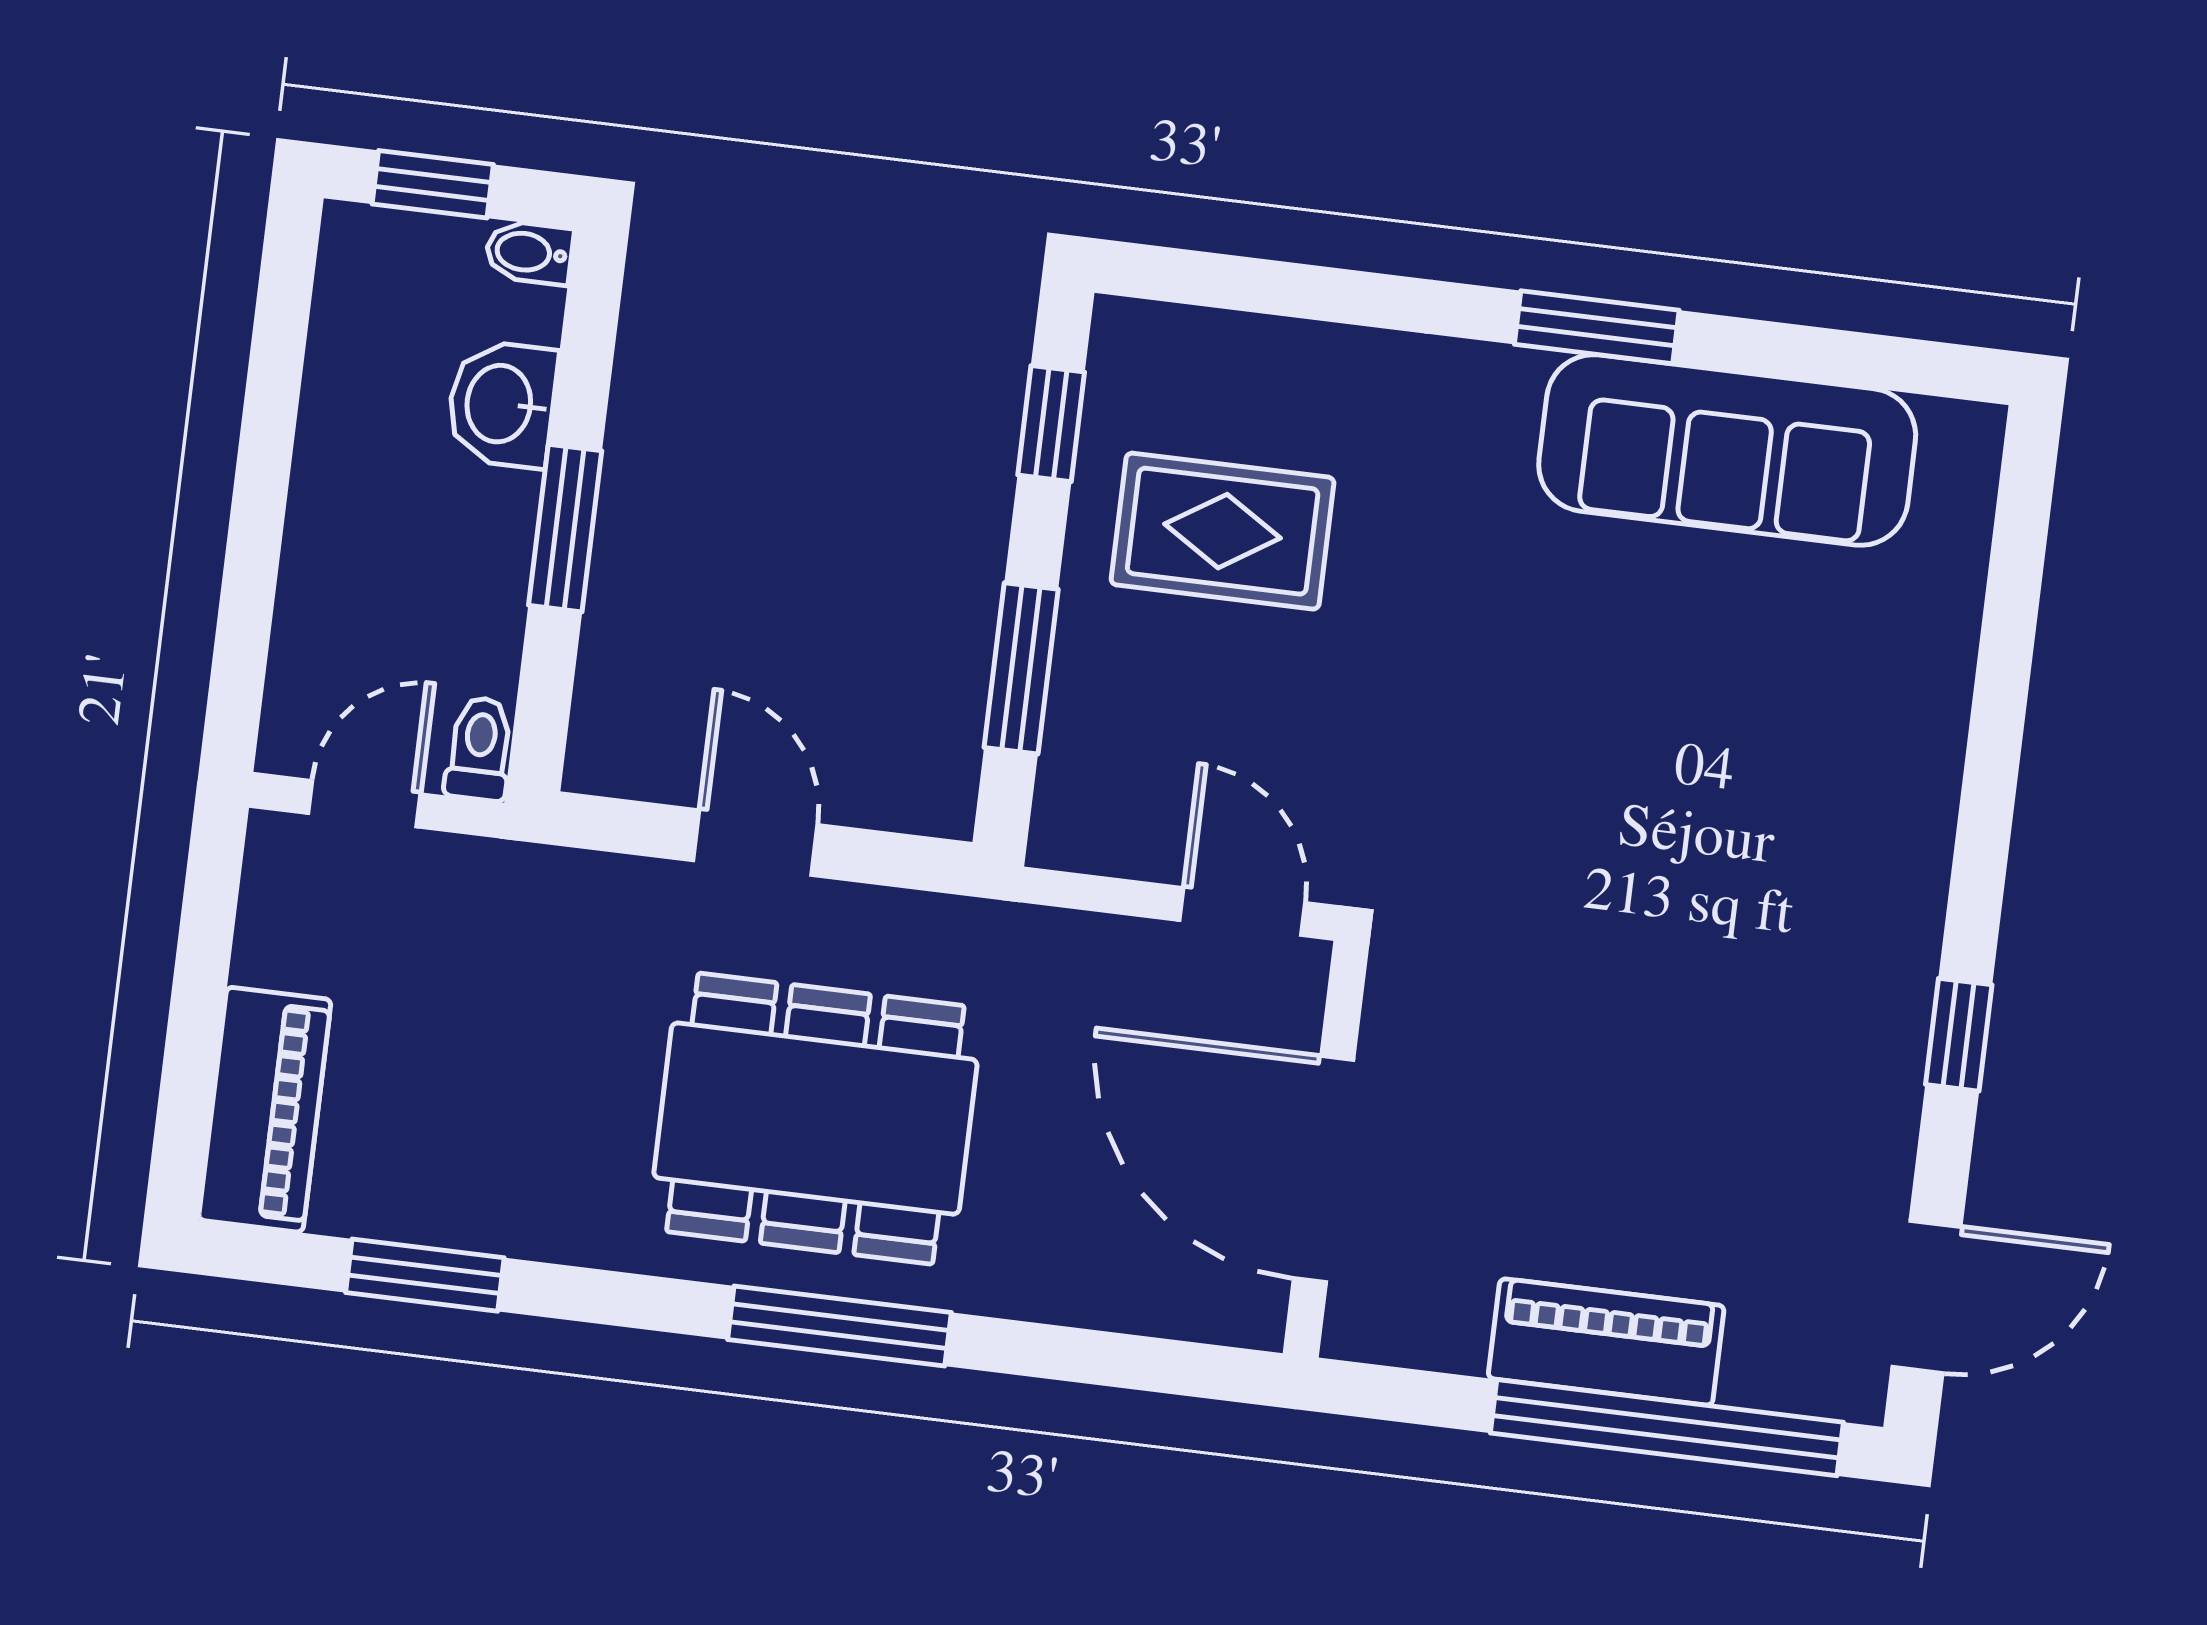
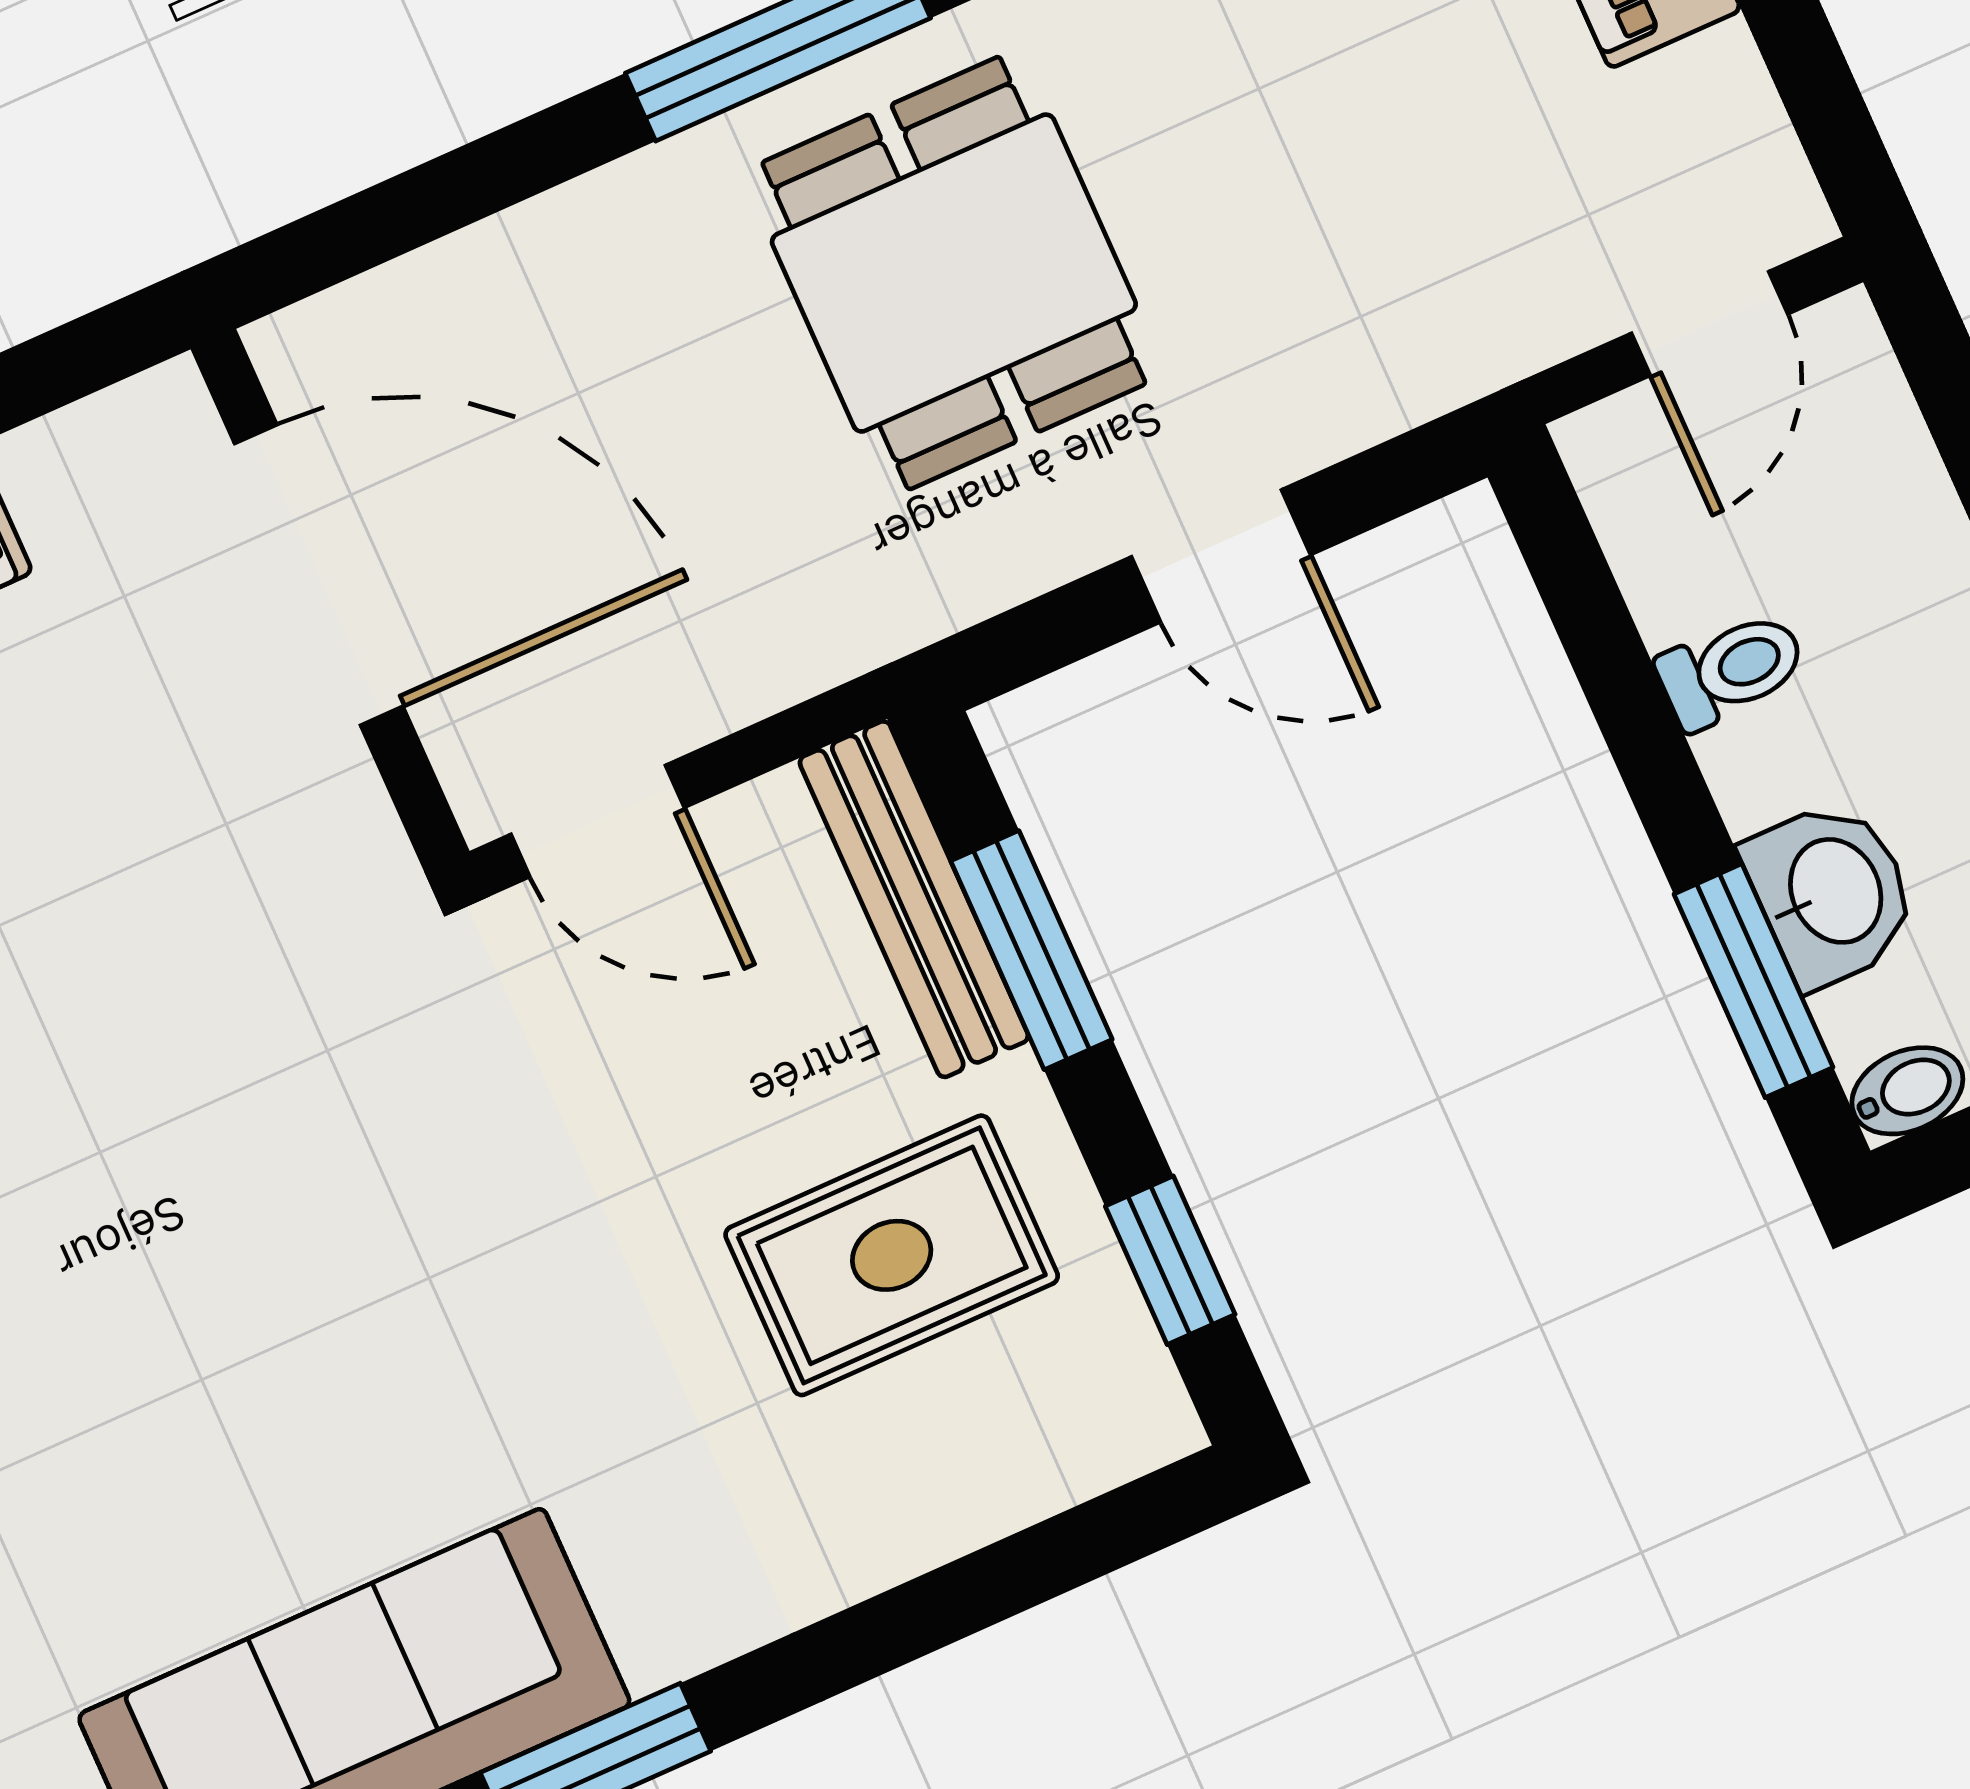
window: (565, 528) -> (1754, 981), moved
bench: (1075, 744) -> (914, 899), added
toilet: (480, 749) -> (1731, 670), moved, turned -90
dining table: (815, 1119) -> (954, 273), width x0.73

